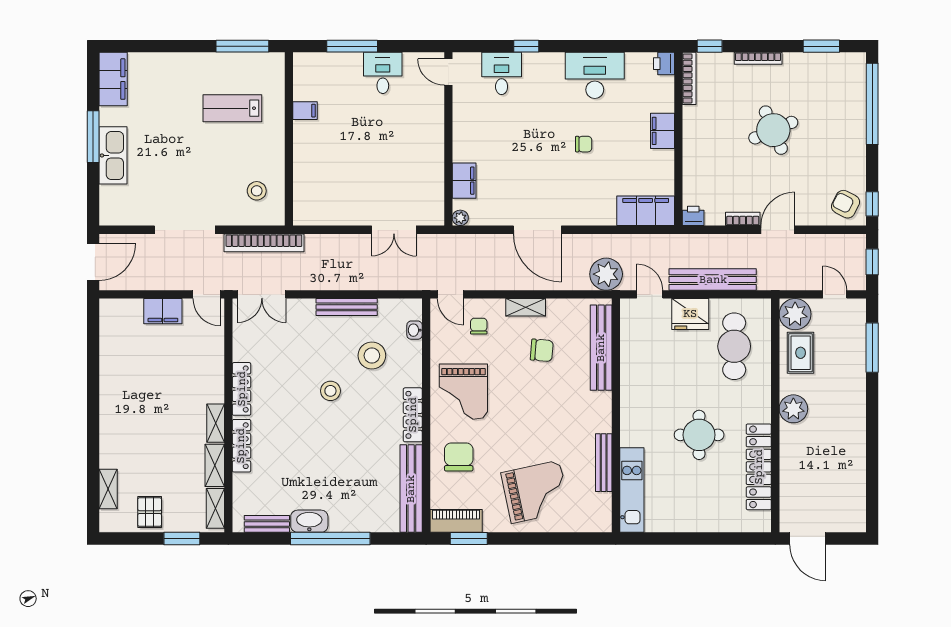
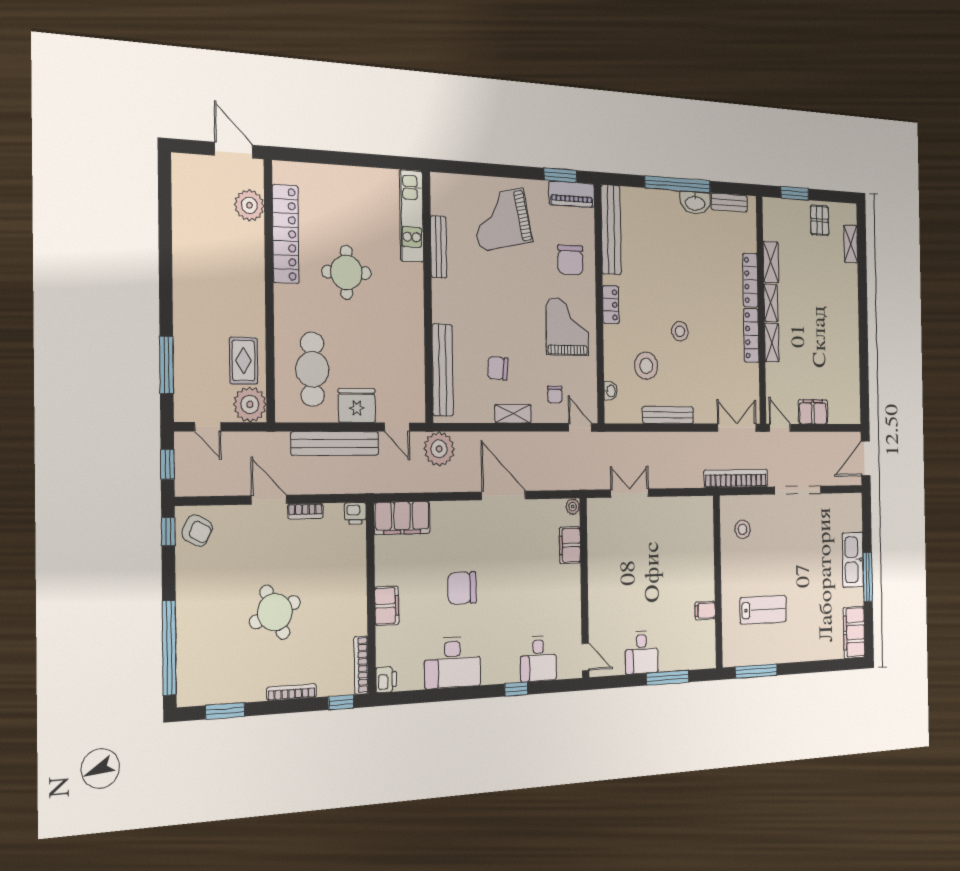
chair: (584, 144) -> (462, 588), width x1.87, depth x1.87
door: (778, 230) -> (269, 500), swing flipped
plant: (793, 409) -> (249, 205), moved
locker: (413, 415) -> (611, 305), width x0.66
shelving: (215, 508) -> (772, 343), moved

